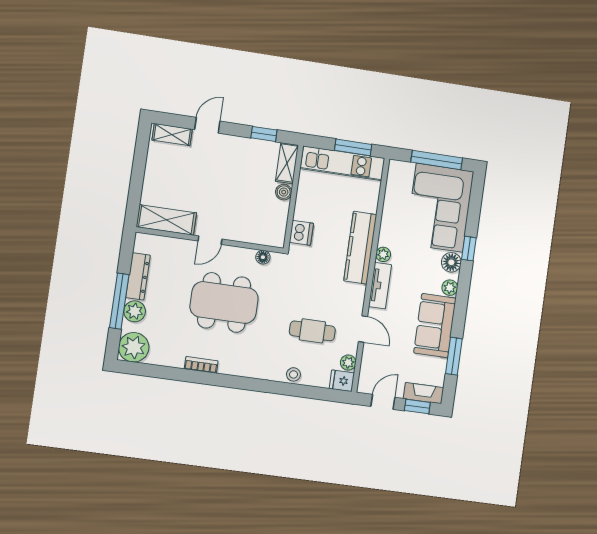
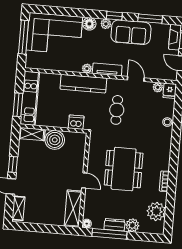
window: (264, 134) -> (13, 164), moved
window: (353, 147) -> (18, 105), moved
boiler: (284, 192) -> (55, 140), width x1.86, depth x1.86
window: (469, 249) -> (114, 16), moved
floor lamp: (263, 257) -> (87, 224), moved
dresser: (138, 276) -> (115, 225), width x0.70
window: (119, 301) -> (109, 234), moved
door: (363, 329) -> (136, 79), hinge flipped
cafe table: (312, 331) -> (117, 110), moved
plant: (134, 347) -> (156, 211), moved

